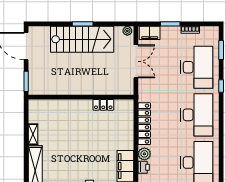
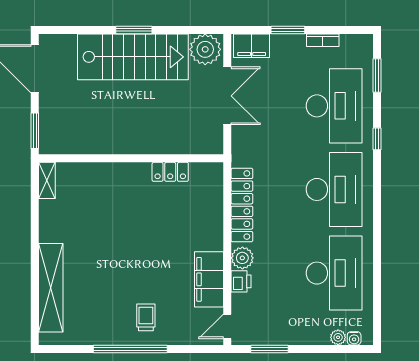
plant: (127, 31) -> (205, 49), width x1.88, depth x1.88
shelving: (33, 134) -> (47, 180), moved

